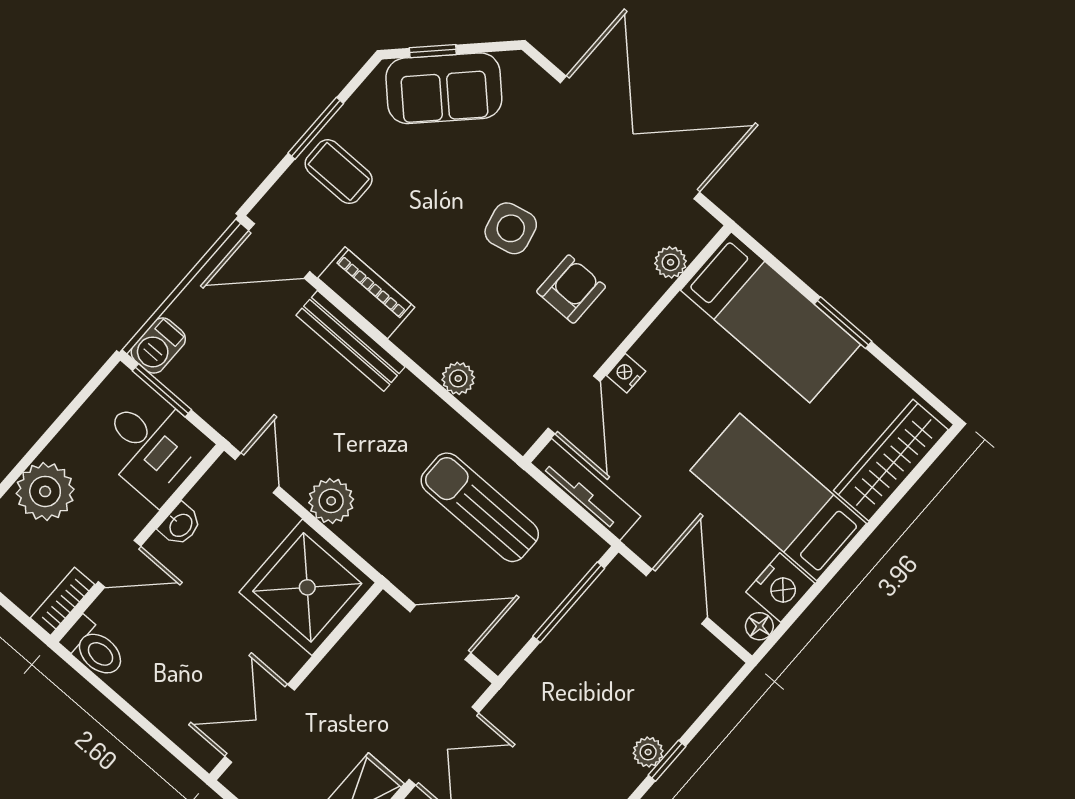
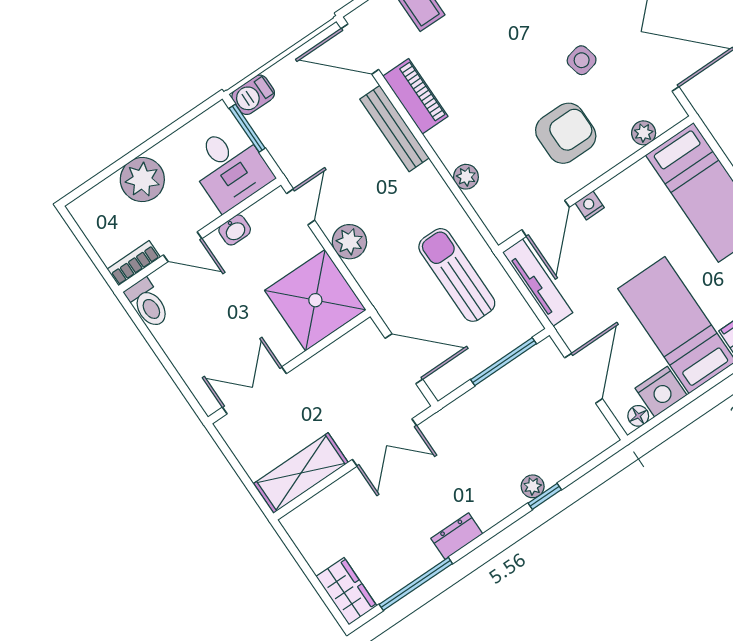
side table: (511, 228) -> (582, 60), moved, width x0.73, depth x0.73
armchair: (571, 289) -> (566, 133), width x1.38, depth x1.38

